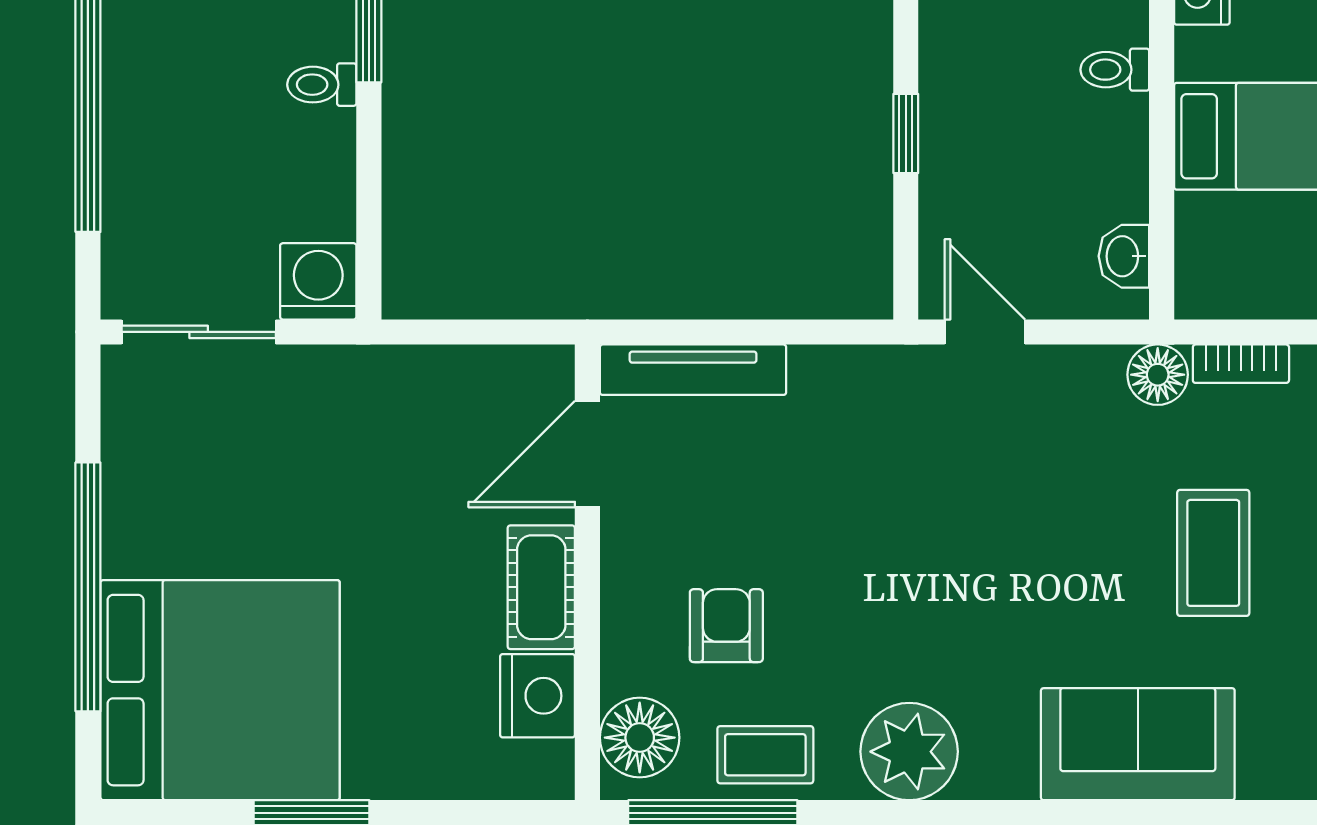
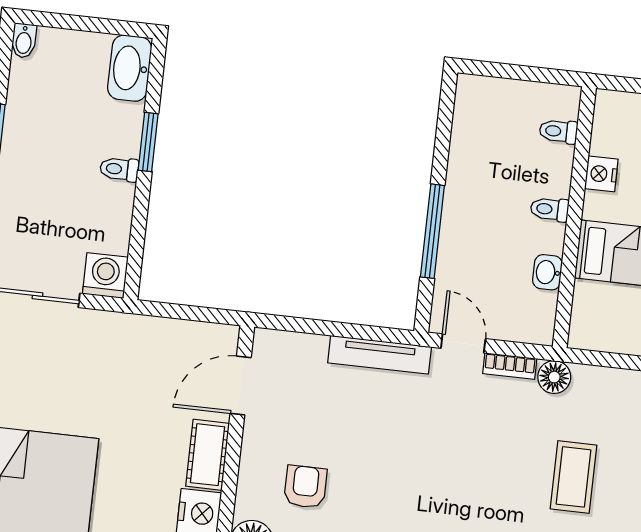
window: (906, 134) -> (432, 231), width x2.17
washbasin: (1124, 256) -> (547, 272), moved
bookcase: (1241, 364) -> (510, 366), moved
tv unit: (693, 370) -> (380, 355), moved

